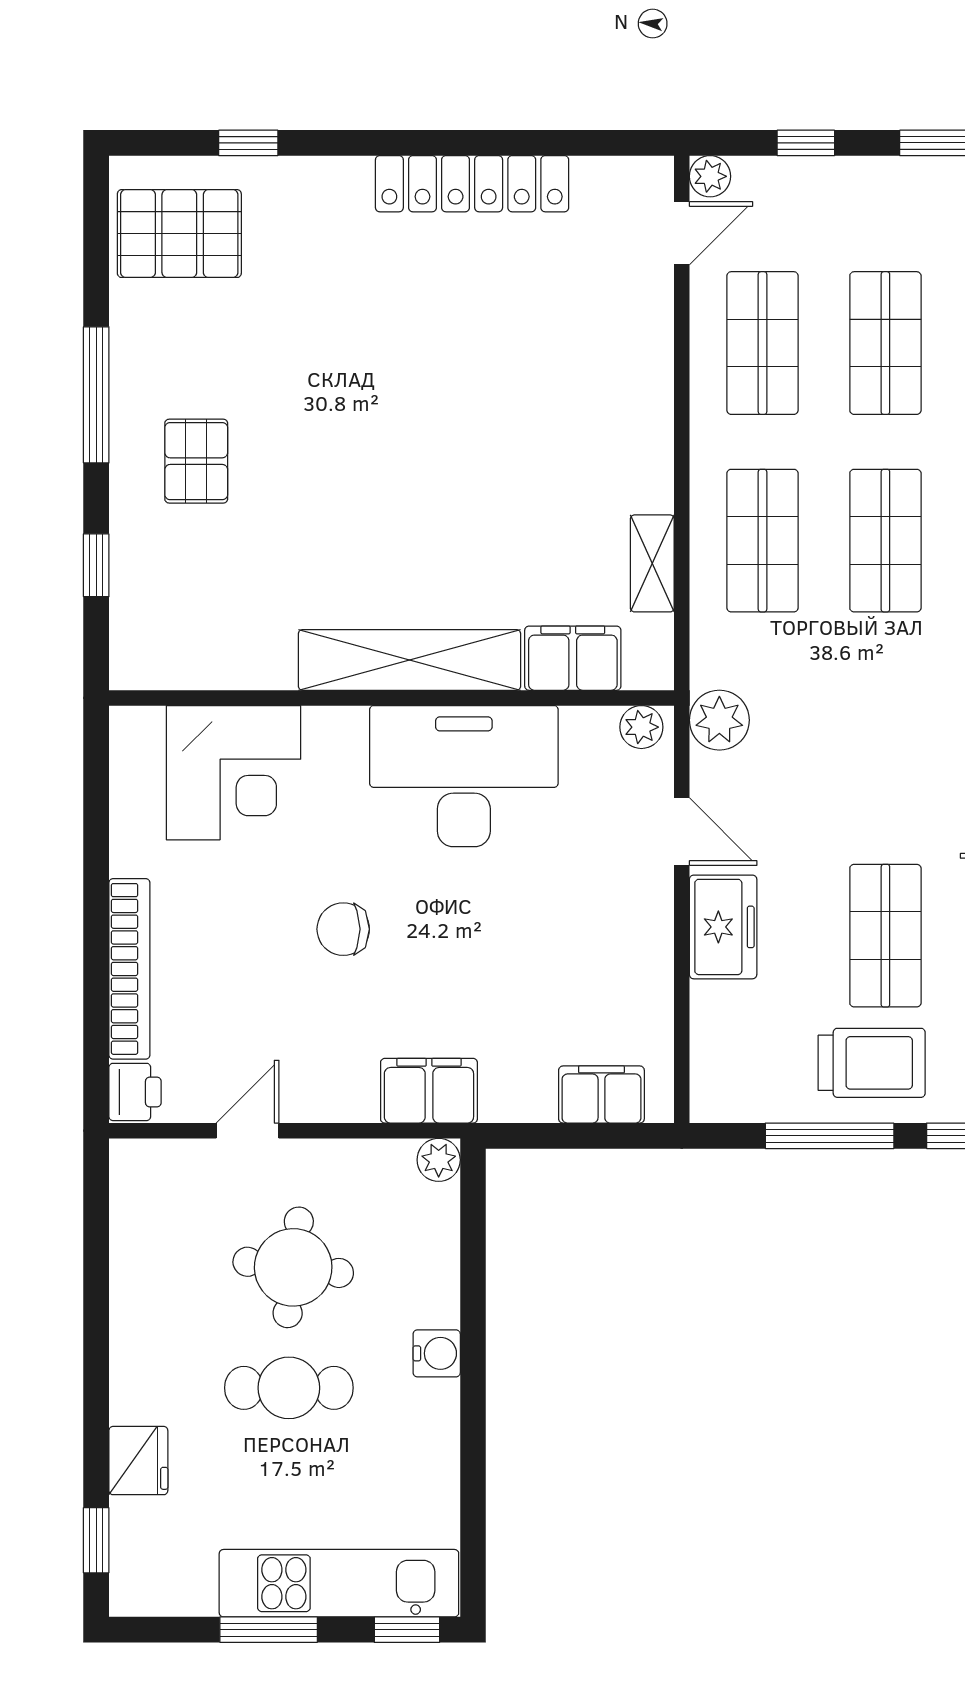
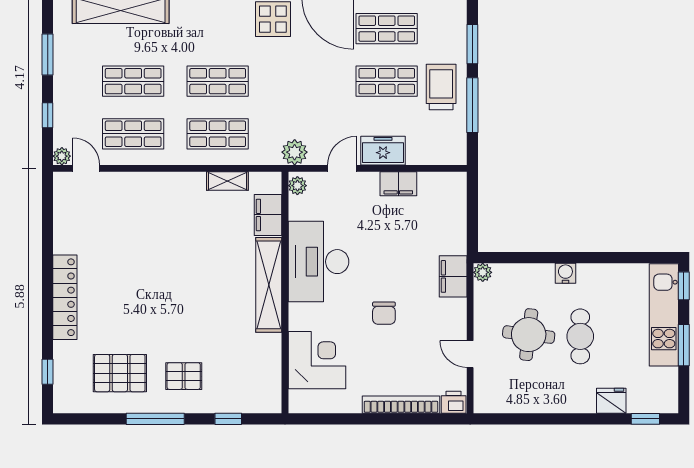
window: (248, 143) -> (48, 372), moved
locker: (472, 184) -> (65, 297), moved
pallet: (179, 234) -> (120, 373), moved, turned 90
filing cabinet: (601, 1095) -> (398, 184), moved, turned -90

